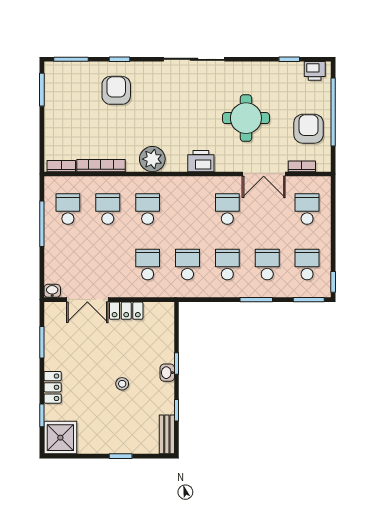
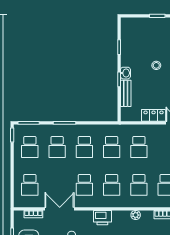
plant: (152, 159) -> (136, 215), width x0.53, depth x0.53
school desk: (187, 209) -> (112, 185), added
bench: (167, 434) -> (126, 93), moved

